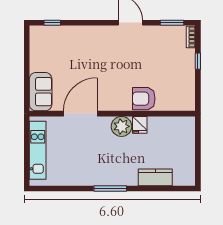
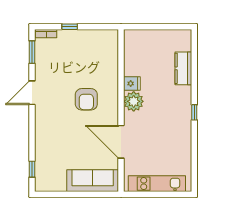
sofa: (41, 92) -> (93, 181), width x1.36
armchair: (144, 99) -> (86, 99), moved
window: (110, 188) -> (194, 112), width x0.46

